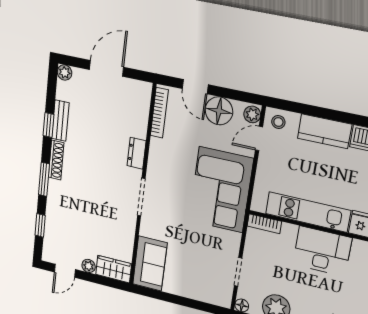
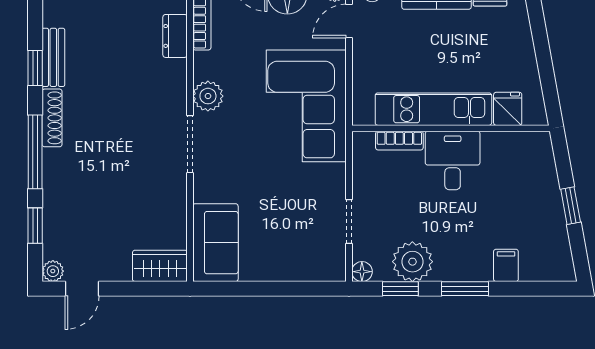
dresser: (137, 153) -> (175, 36), moved
plant: (157, 168) -> (208, 96), added
window: (44, 179) -> (35, 152), width x1.44
bookcase: (264, 224) -> (399, 141), moved
desk: (322, 251) -> (453, 160), width x0.73
plant: (89, 266) -> (53, 271), moved

